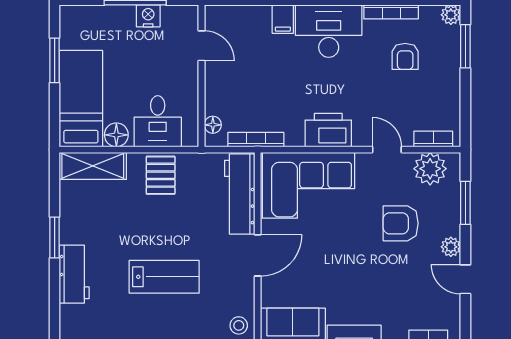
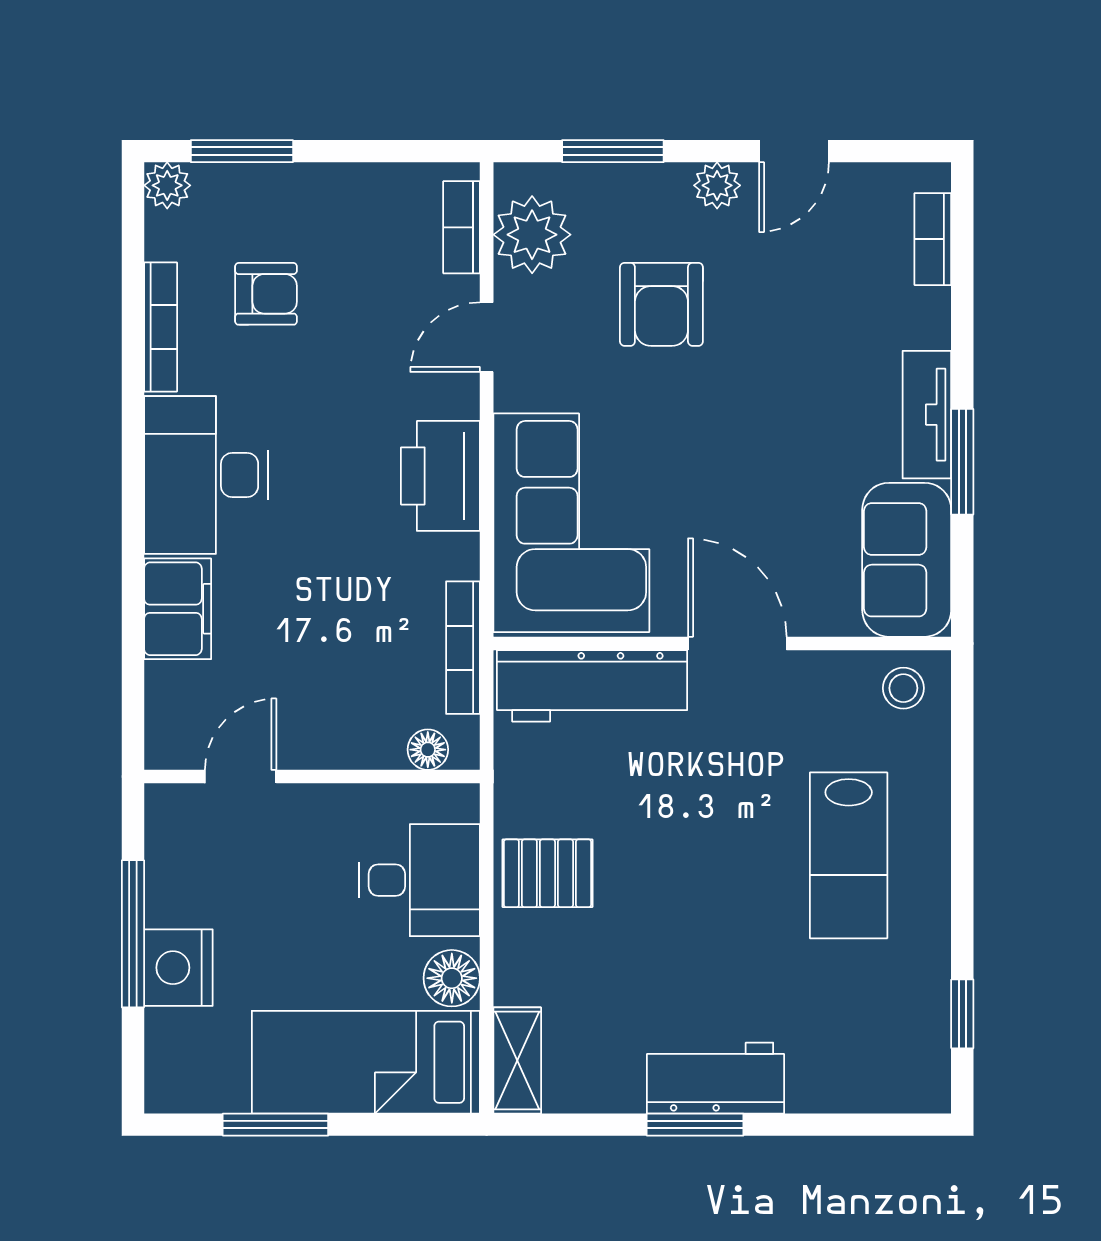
nightstand: (148, 16) -> (178, 968), moved, width x1.36, depth x1.33
filing cabinet: (283, 19) -> (178, 609), width x2.00
shelving: (93, 166) -> (517, 1060), width x0.67, depth x0.75
workbench: (74, 274) -> (716, 1078), moved
lab bench: (164, 277) -> (849, 855), moved, turned 180

